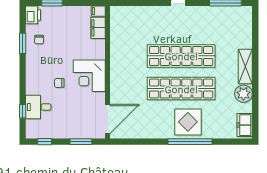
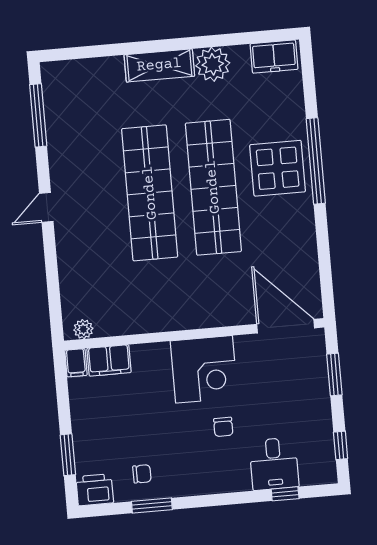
plant: (115, 16) -> (83, 329), added

